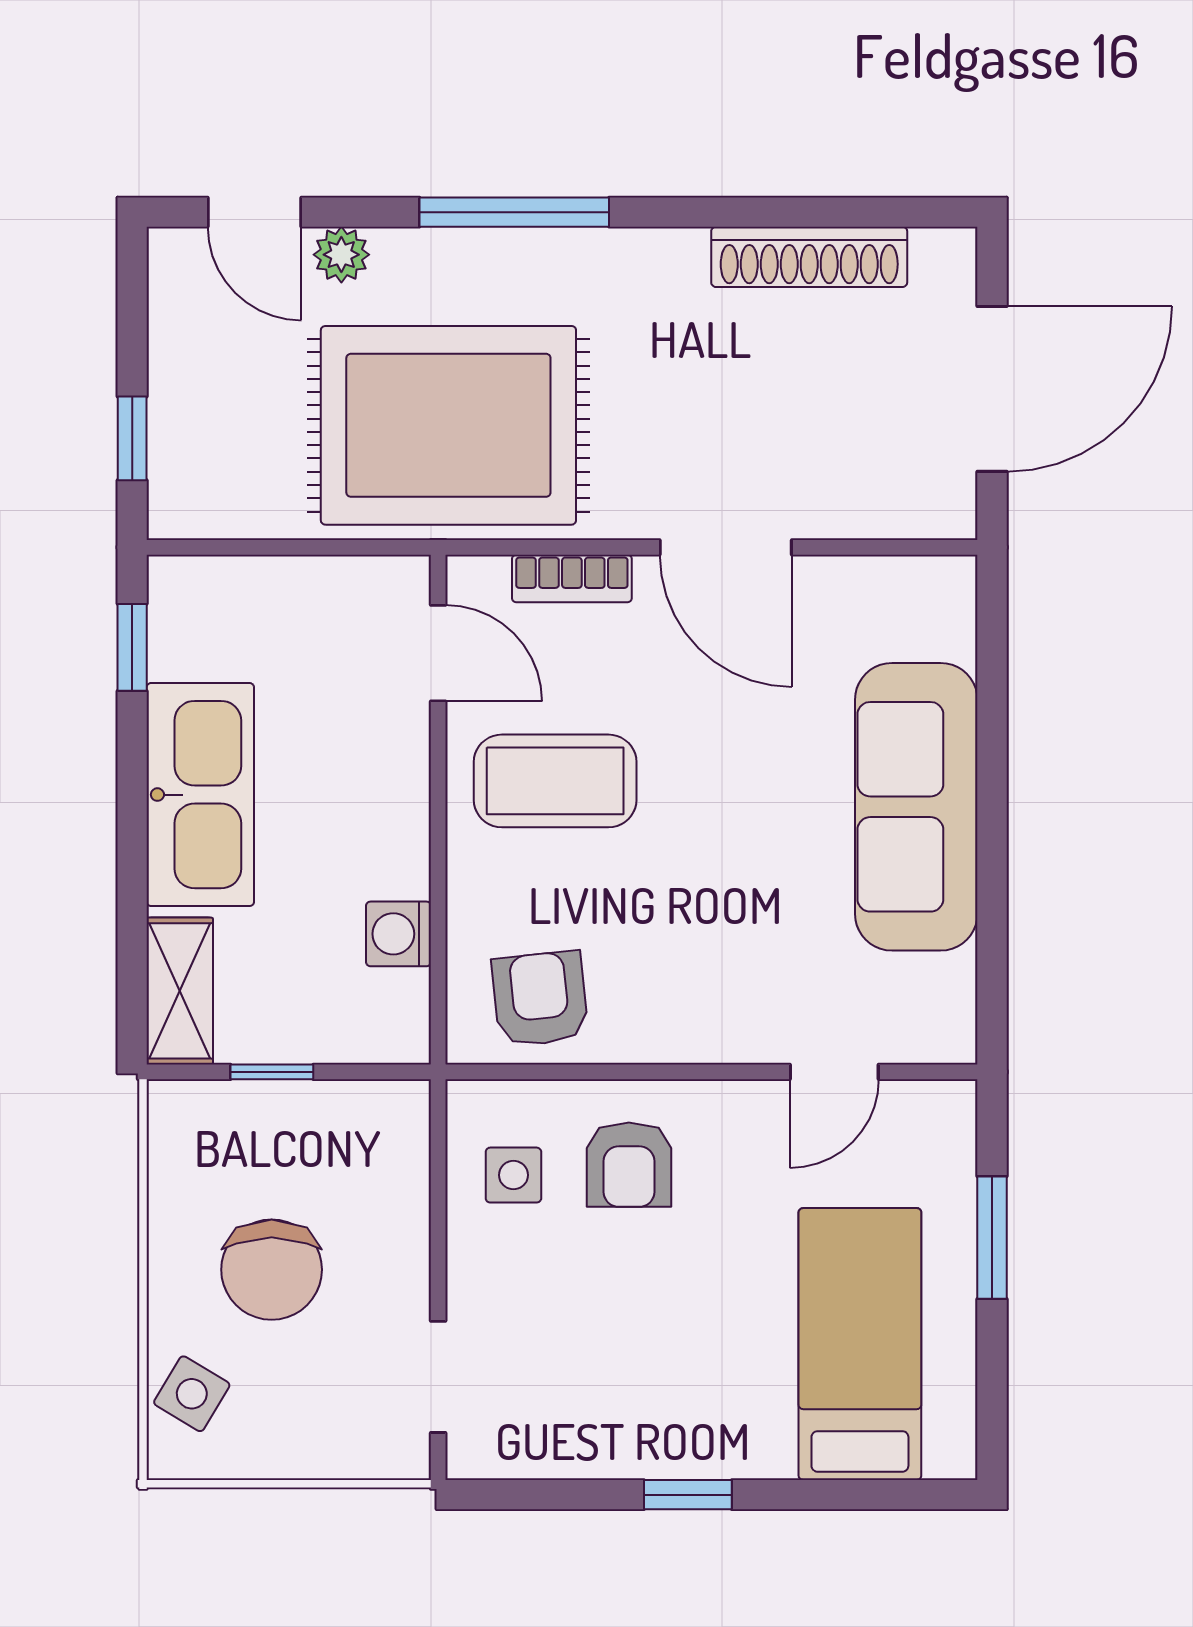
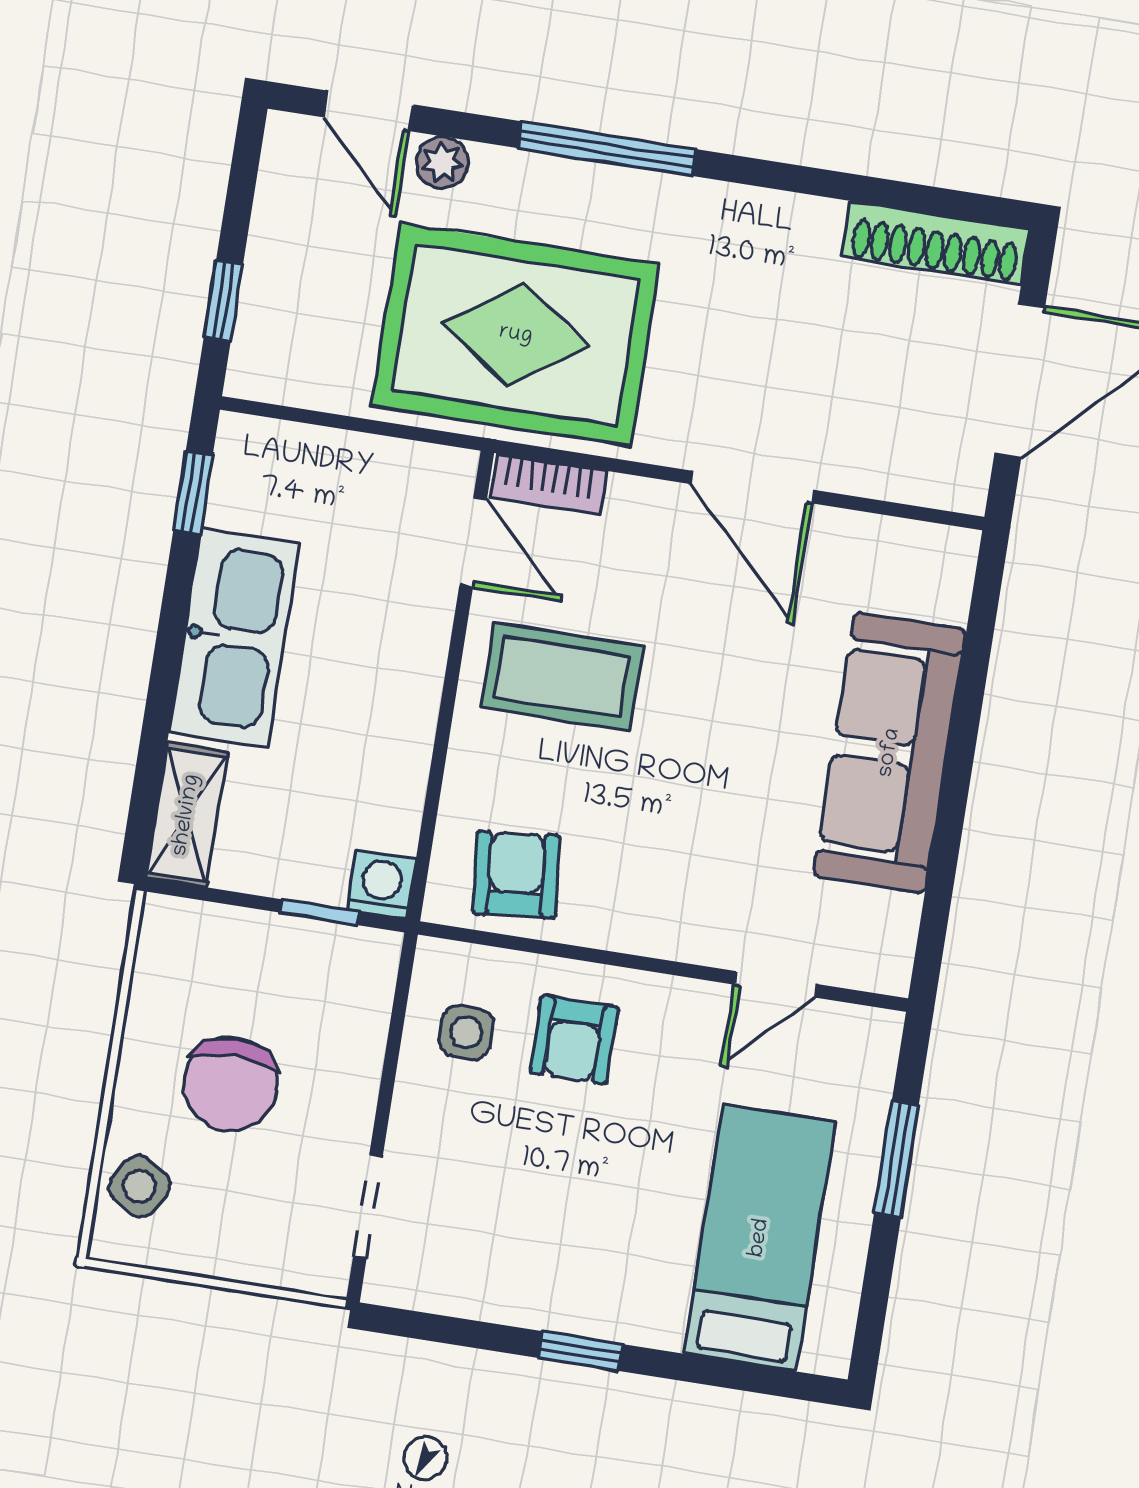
shoe rack: (809, 257) -> (936, 243), moved
bookcase: (572, 578) -> (549, 484), moved
washing machine: (398, 934) -> (382, 885), moved, turned 90
window: (272, 1072) -> (319, 912), moved

